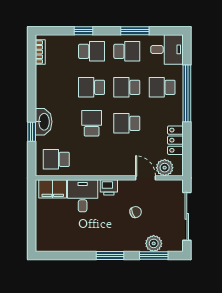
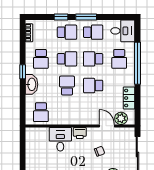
window: (135, 31) -> (86, 17), moved
school desk: (56, 87) -> (41, 59), added
school desk: (92, 87) -> (67, 59), turned 180
school desk: (162, 87) -> (119, 59), turned -90
window: (32, 132) -> (23, 72), moved
school desk: (56, 159) -> (41, 112), turned -90
filing cabinet: (53, 189) -> (38, 134), removed

